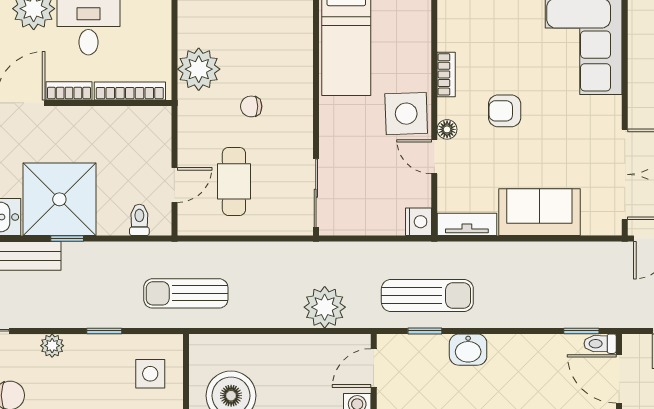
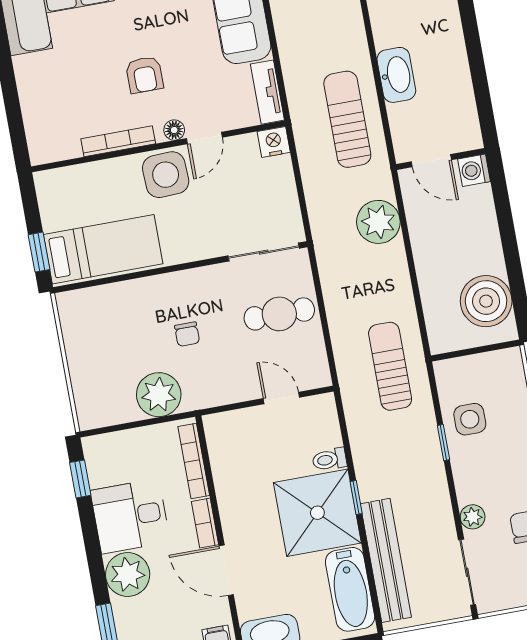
bookcase: (446, 74) -> (118, 141), width x1.56
cafe table: (234, 181) -> (279, 314), moved
toilet: (139, 220) -> (329, 459), moved
sun lounger: (186, 293) -> (390, 366), turned 180
window: (425, 331) -> (384, 115), removed
plant: (52, 346) -> (473, 517), moved
washbasin: (468, 350) -> (396, 75), width x1.38
side table: (150, 374) -> (470, 419), moved

